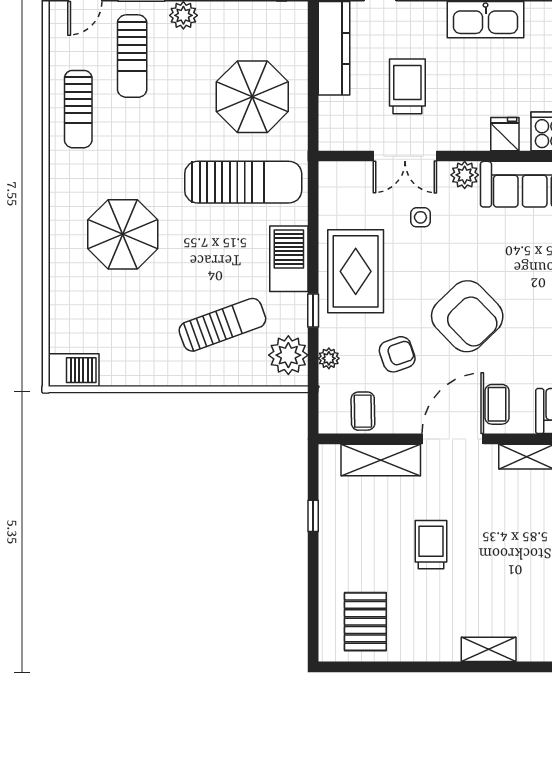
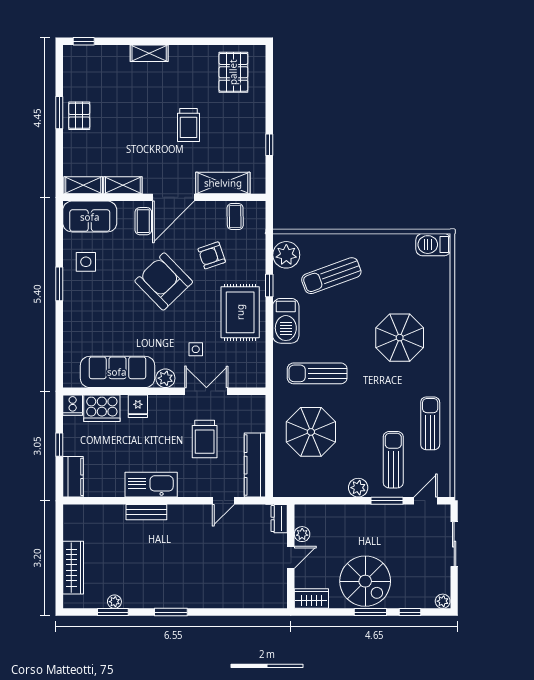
sun lounger: (243, 182) -> (317, 373), width x0.73, depth x0.75
plant: (329, 358) -> (259, 253), removed

